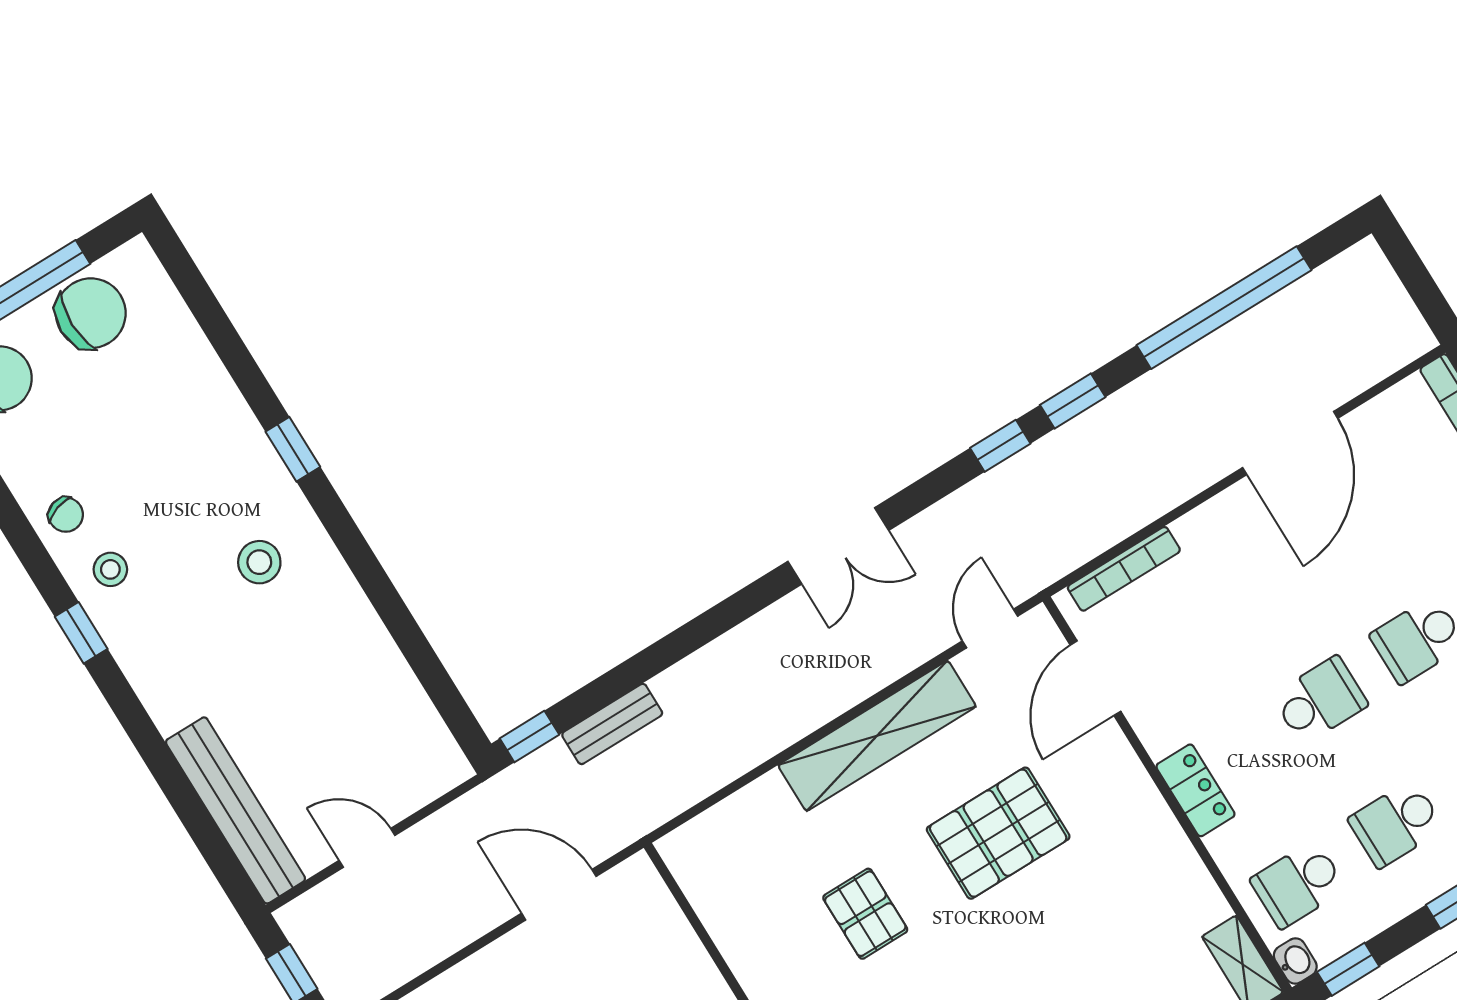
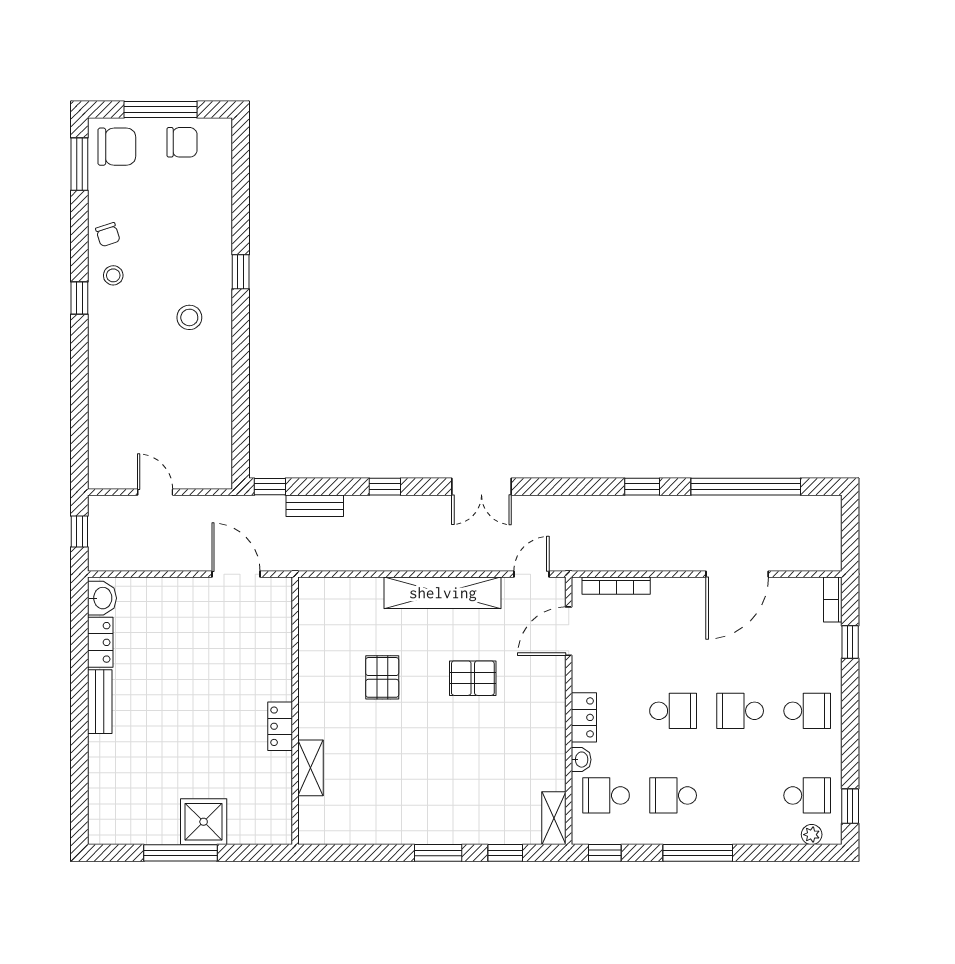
chair: (91, 313) -> (182, 142), width x0.73, depth x0.73
window: (1000, 446) -> (385, 487), moved
bench: (236, 810) -> (101, 433), removed
pallet: (998, 833) -> (473, 678), width x0.67, depth x0.71
washbasin: (1295, 961) -> (581, 760), moved

